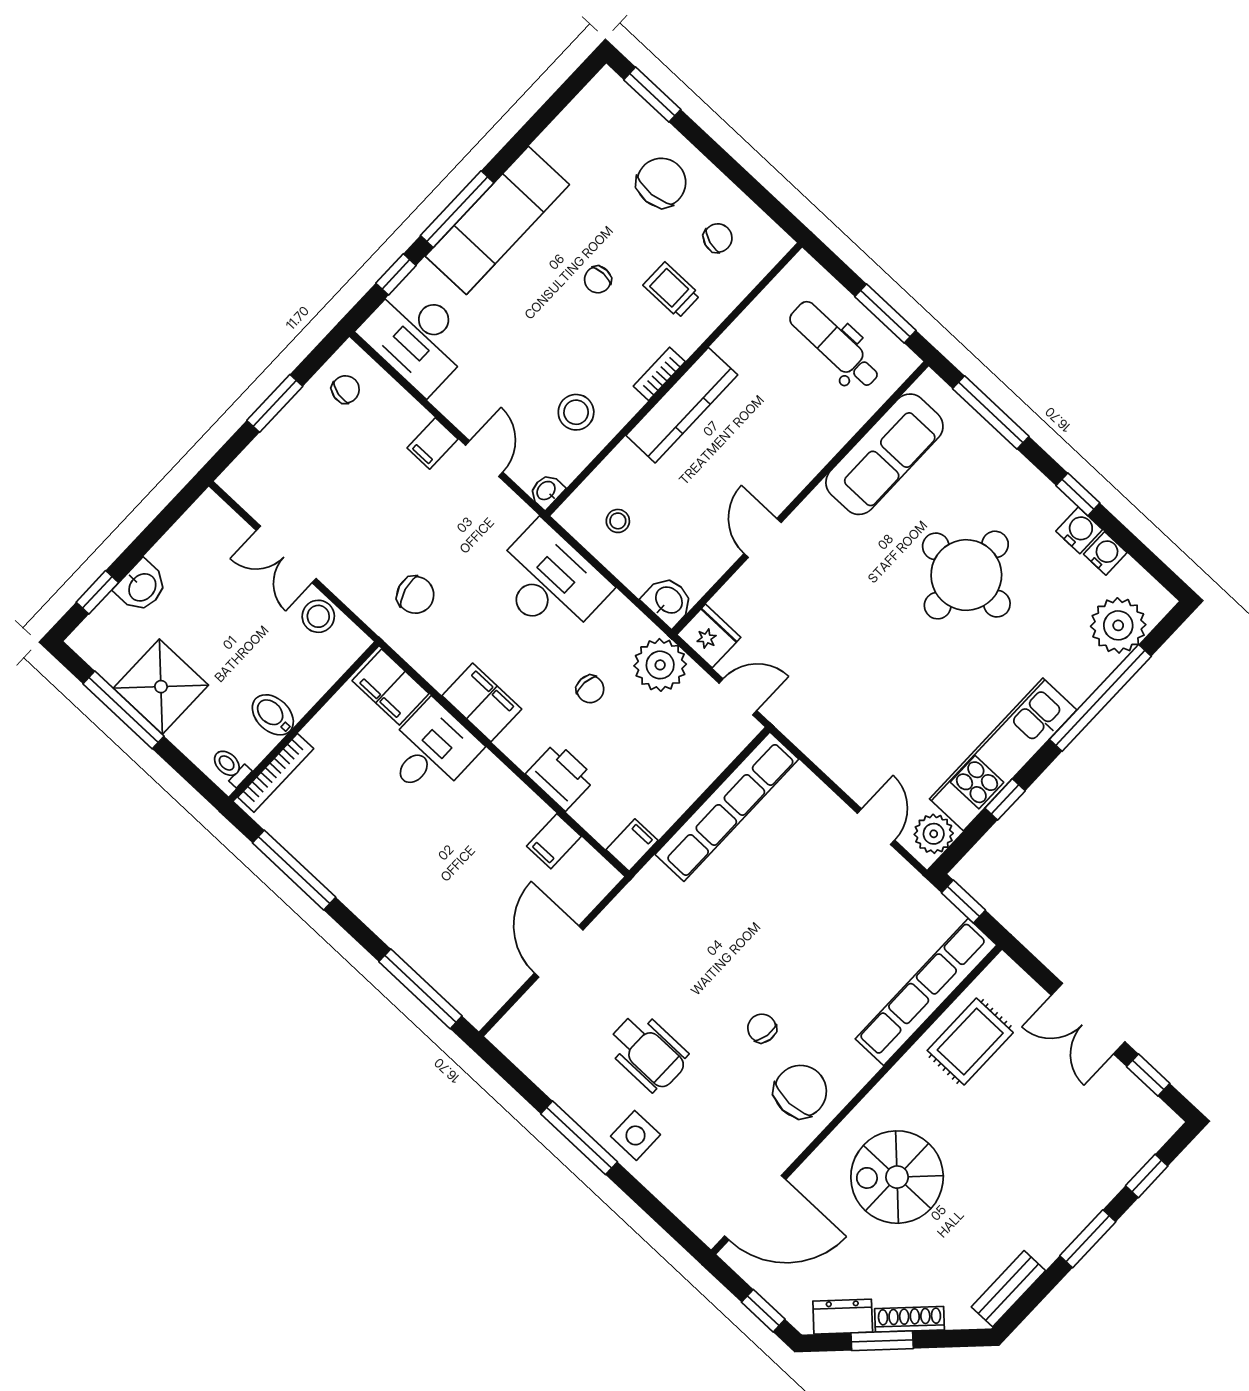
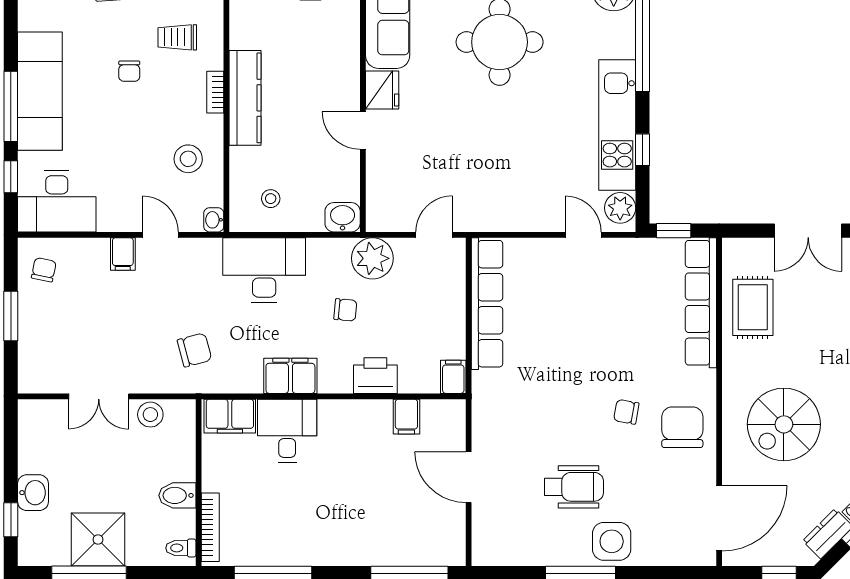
fridge: (709, 636) -> (382, 90), moved, turned 90
side table: (635, 1135) -> (612, 541), width x1.37, depth x1.37

